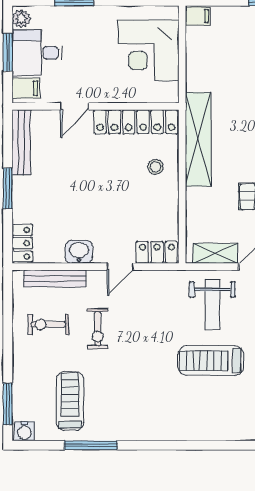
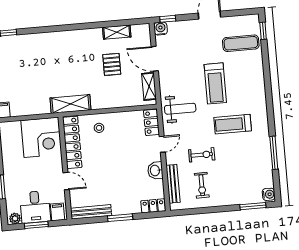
corner desk: (148, 50) -> (41, 137), moved
shelving: (198, 139) -> (70, 104), width x0.68
door: (120, 267) -> (162, 144), hinge flipped
weight bench: (212, 305) -> (180, 109), moved
treadmill: (70, 401) -> (233, 124), moved

